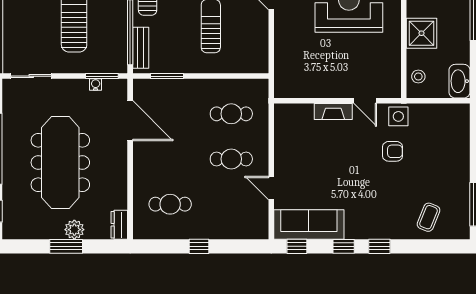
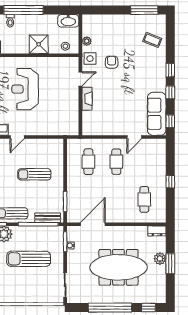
plant: (427, 111) -> (87, 41), added

